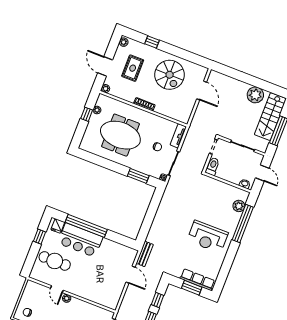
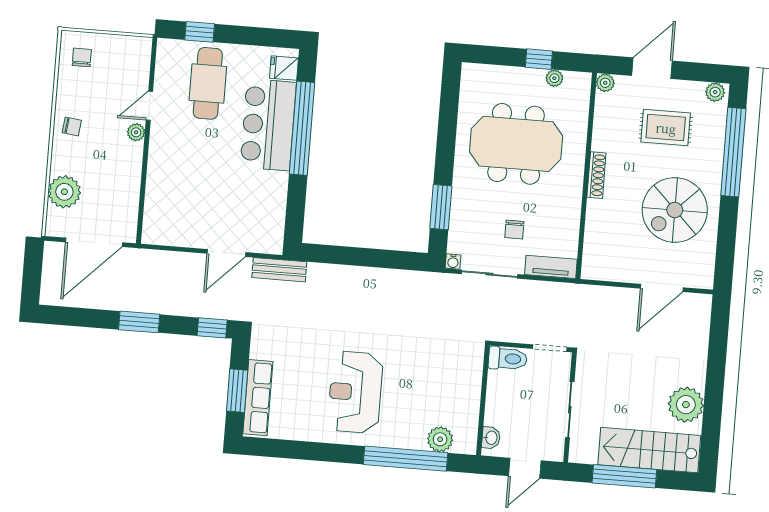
window: (152, 42) -> (733, 152), width x3.17
meeting table: (120, 135) -> (516, 144), turned 90
window: (39, 237) -> (200, 32), moved
window: (158, 300) -> (212, 328), moved

